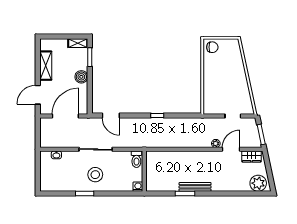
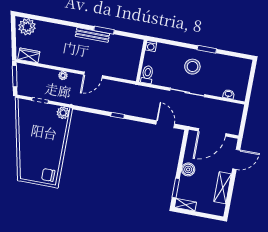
plant: (209, 108) -> (63, 113), added
door: (231, 149) -> (93, 75), moved

